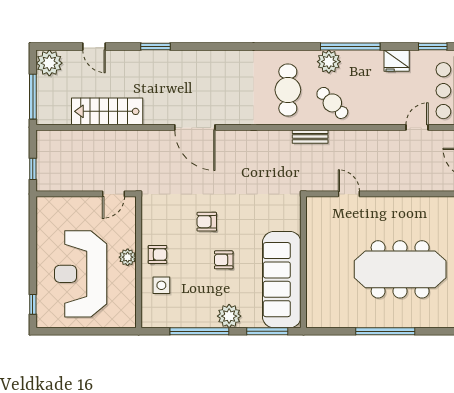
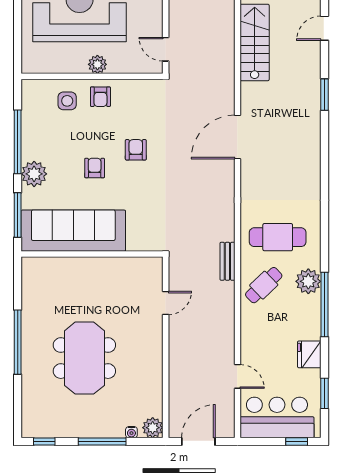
meeting table: (400, 269) -> (84, 358), width x0.73

